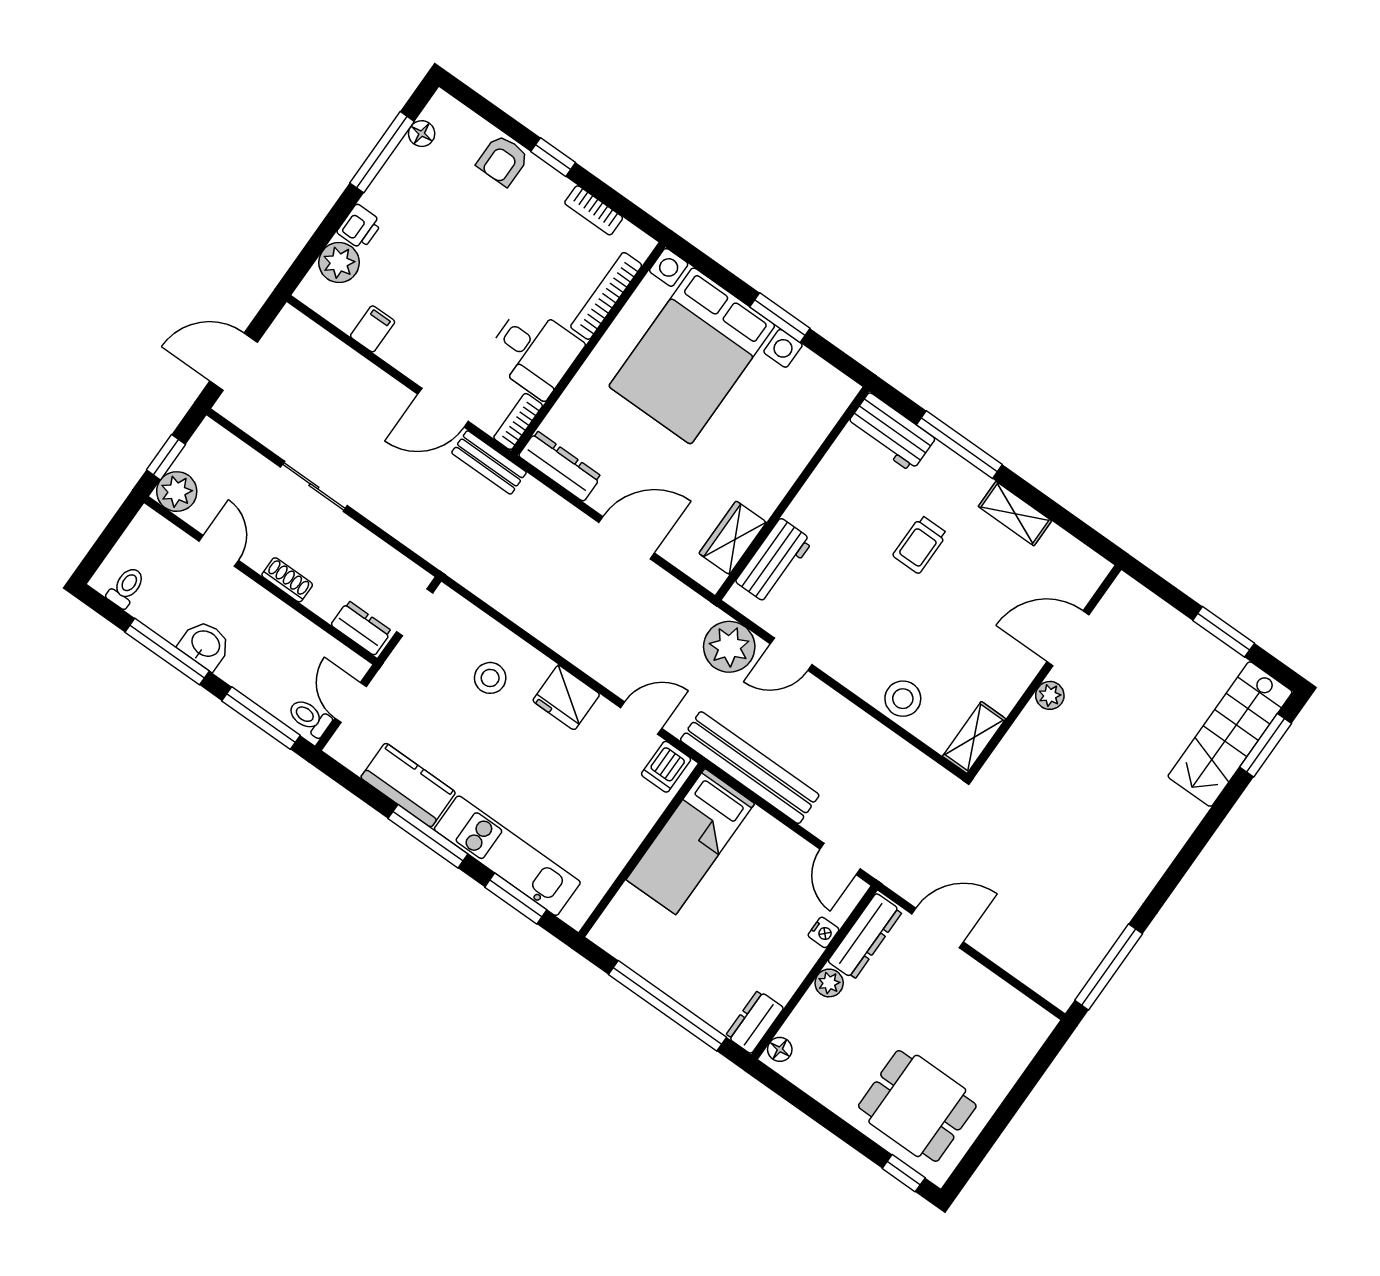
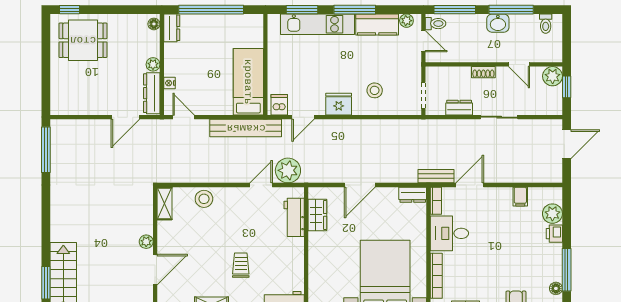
dresser: (560, 466) -> (413, 195), width x0.70
dresser: (361, 628) -> (459, 108), moved, turned 180
plant: (355, 757) -> (406, 21), added

